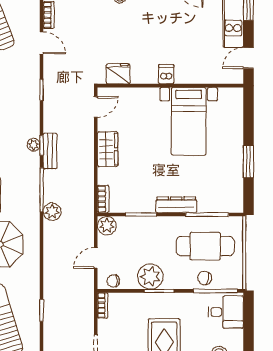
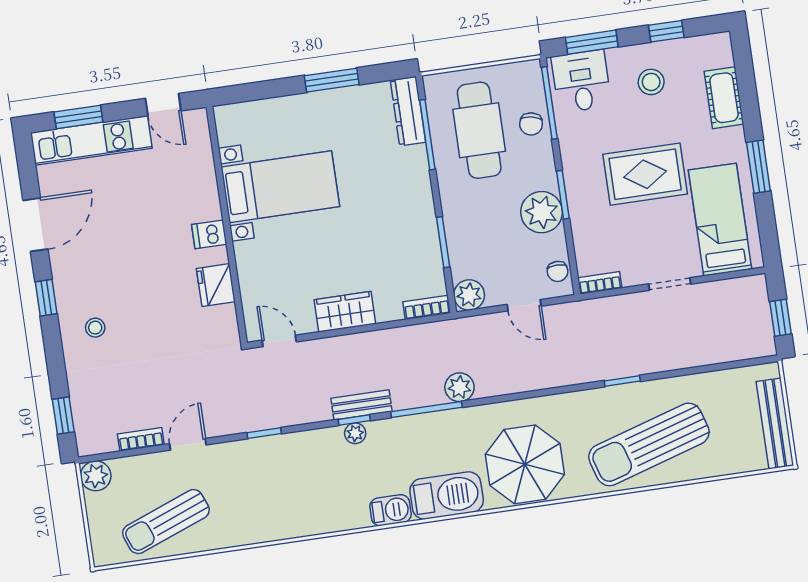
fridge: (118, 74) -> (216, 285), moved
dresser: (176, 205) -> (408, 111), moved
window: (248, 322) -> (592, 42), added

